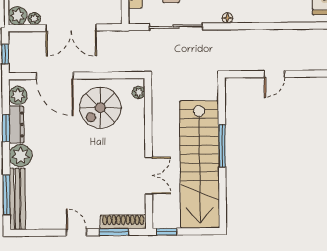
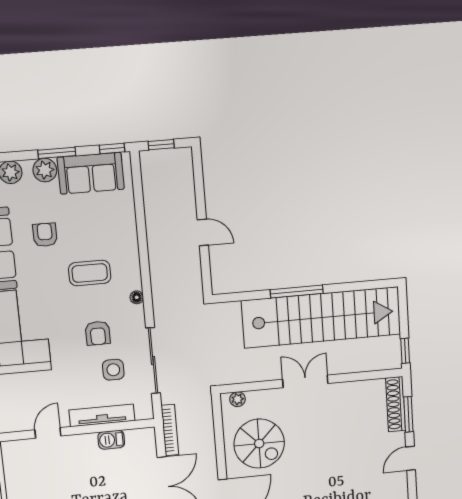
bookcase: (118, 36) -> (170, 430), added
double door: (149, 176) -> (305, 381), moved

